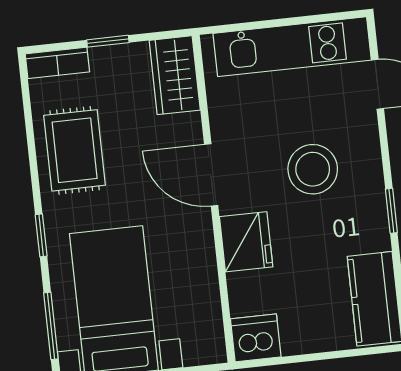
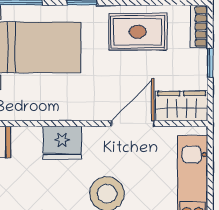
door: (211, 175) -> (132, 124), moved

